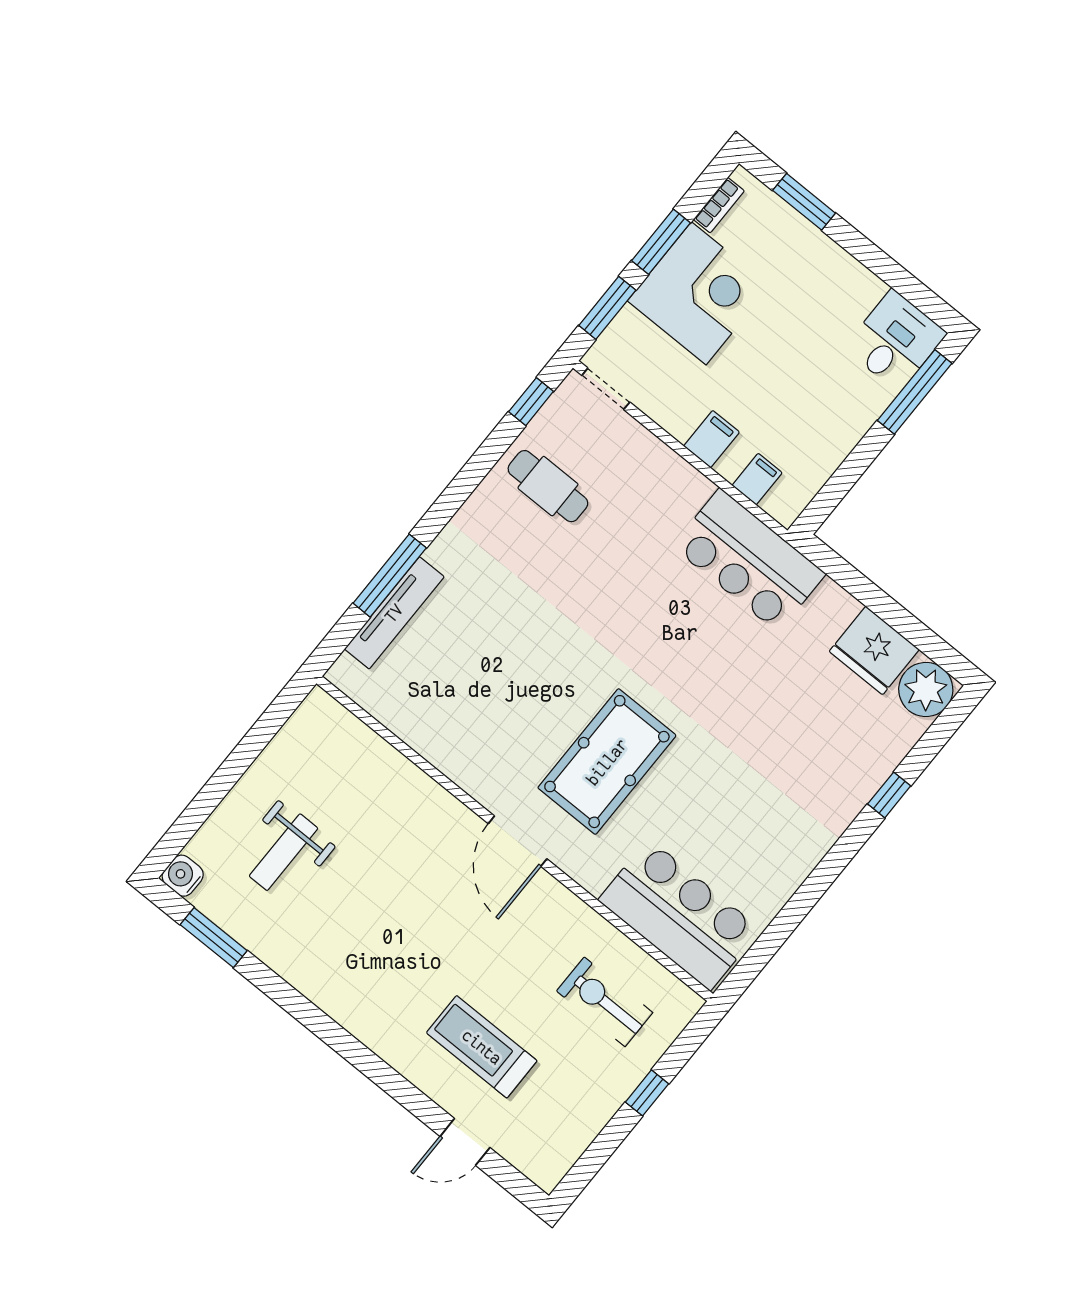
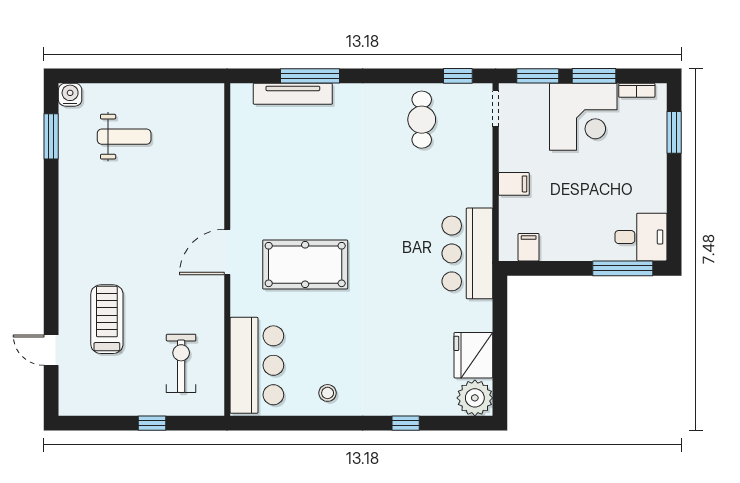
filing cabinet: (757, 479) -> (529, 247), moved, turned -90
weight bench: (284, 852) -> (124, 137), turned 180
stool: (779, 858) -> (328, 393), added

